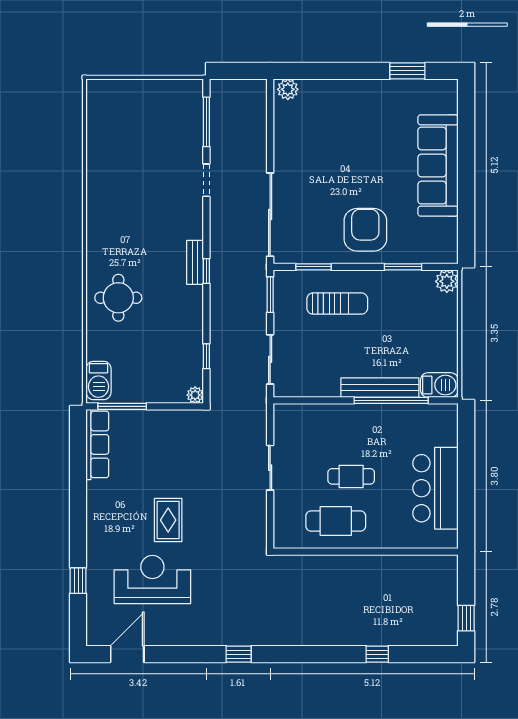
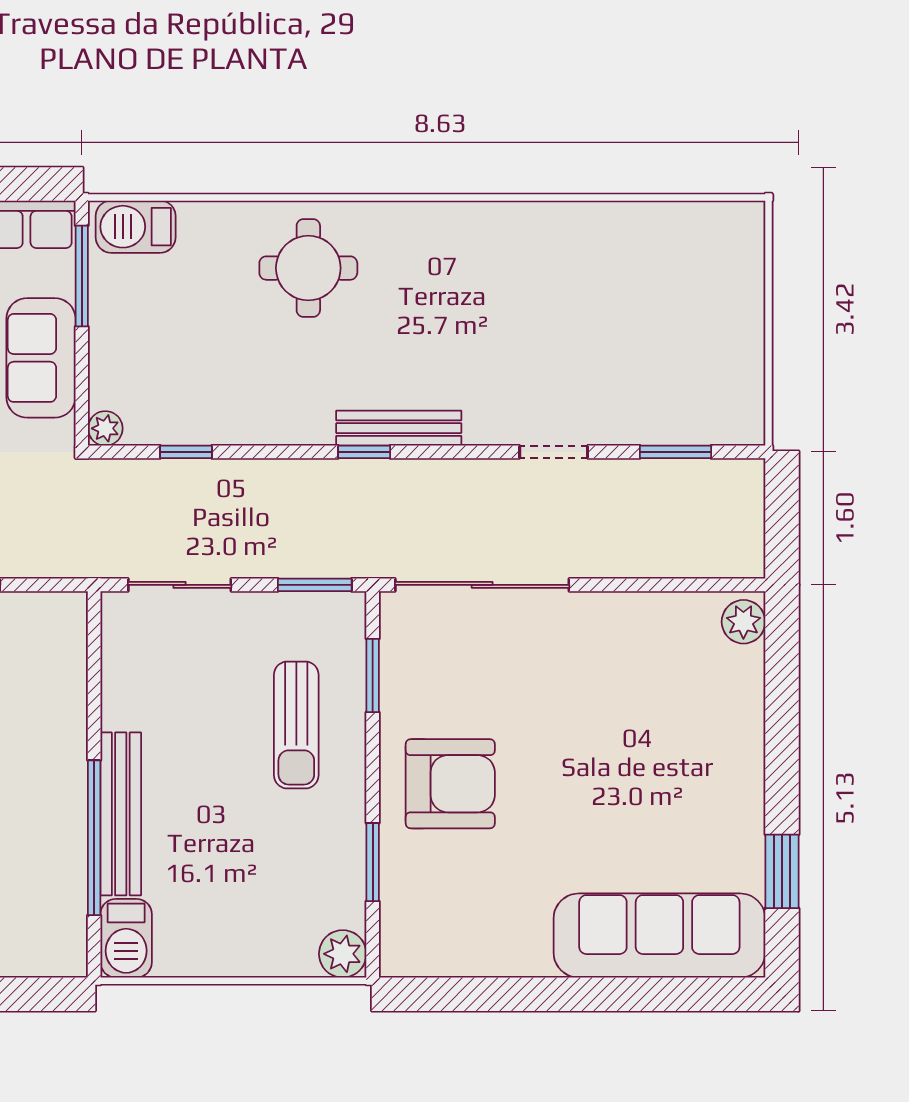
window: (206, 122) -> (675, 452), width x0.69
sofa: (438, 166) -> (659, 936), moved
bench: (195, 262) -> (399, 428), width x1.36
sofa: (161, 426) -> (41, 358), added

